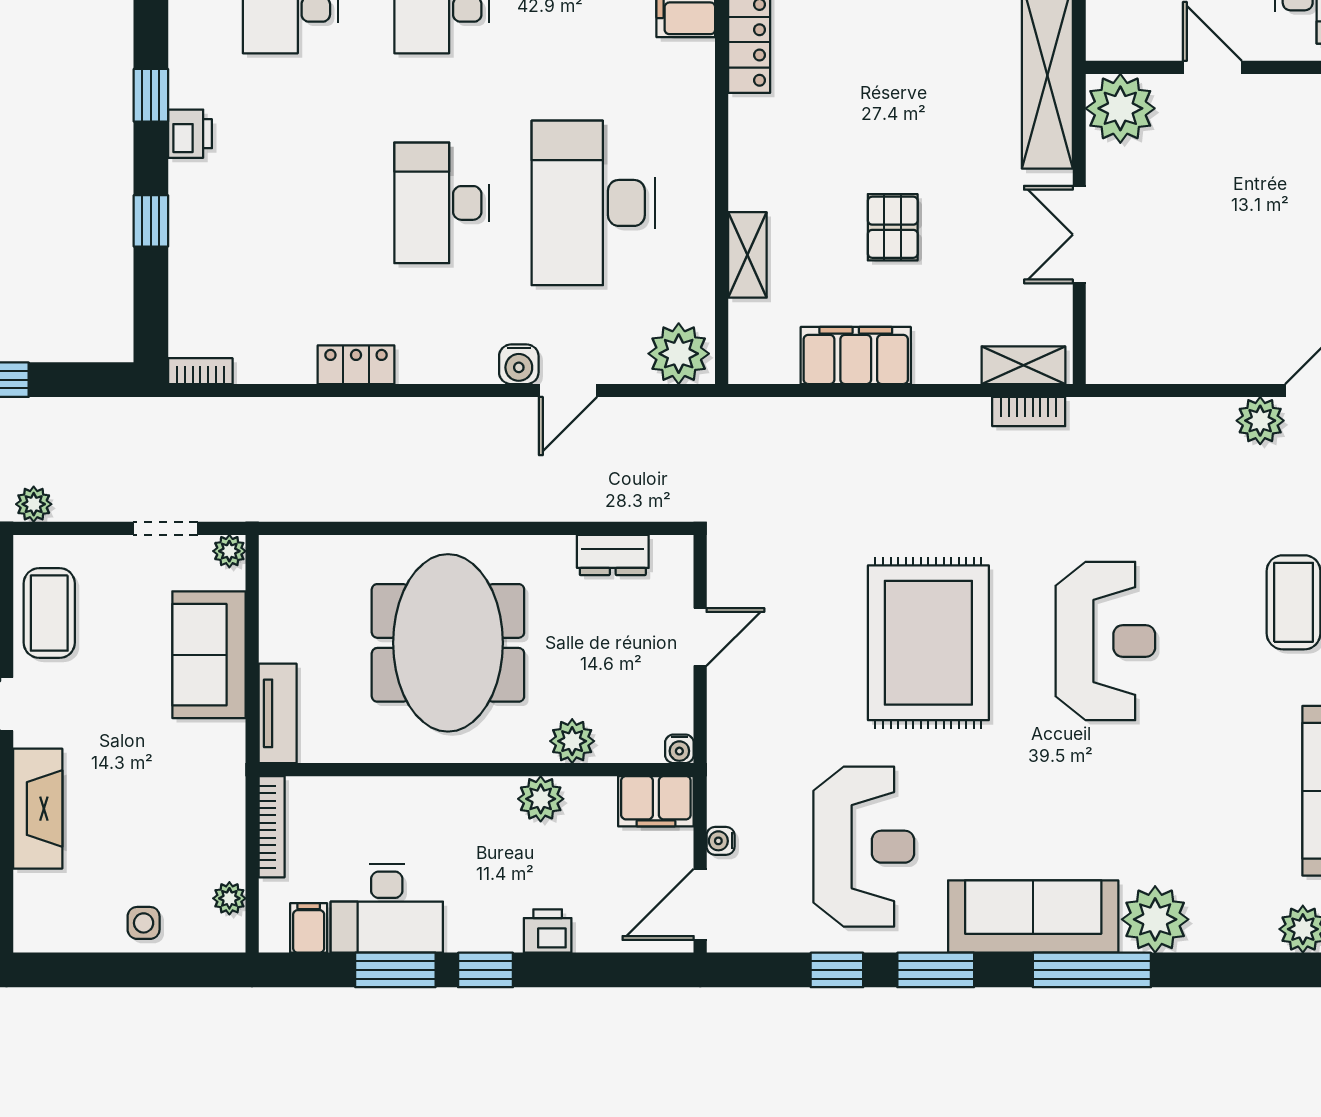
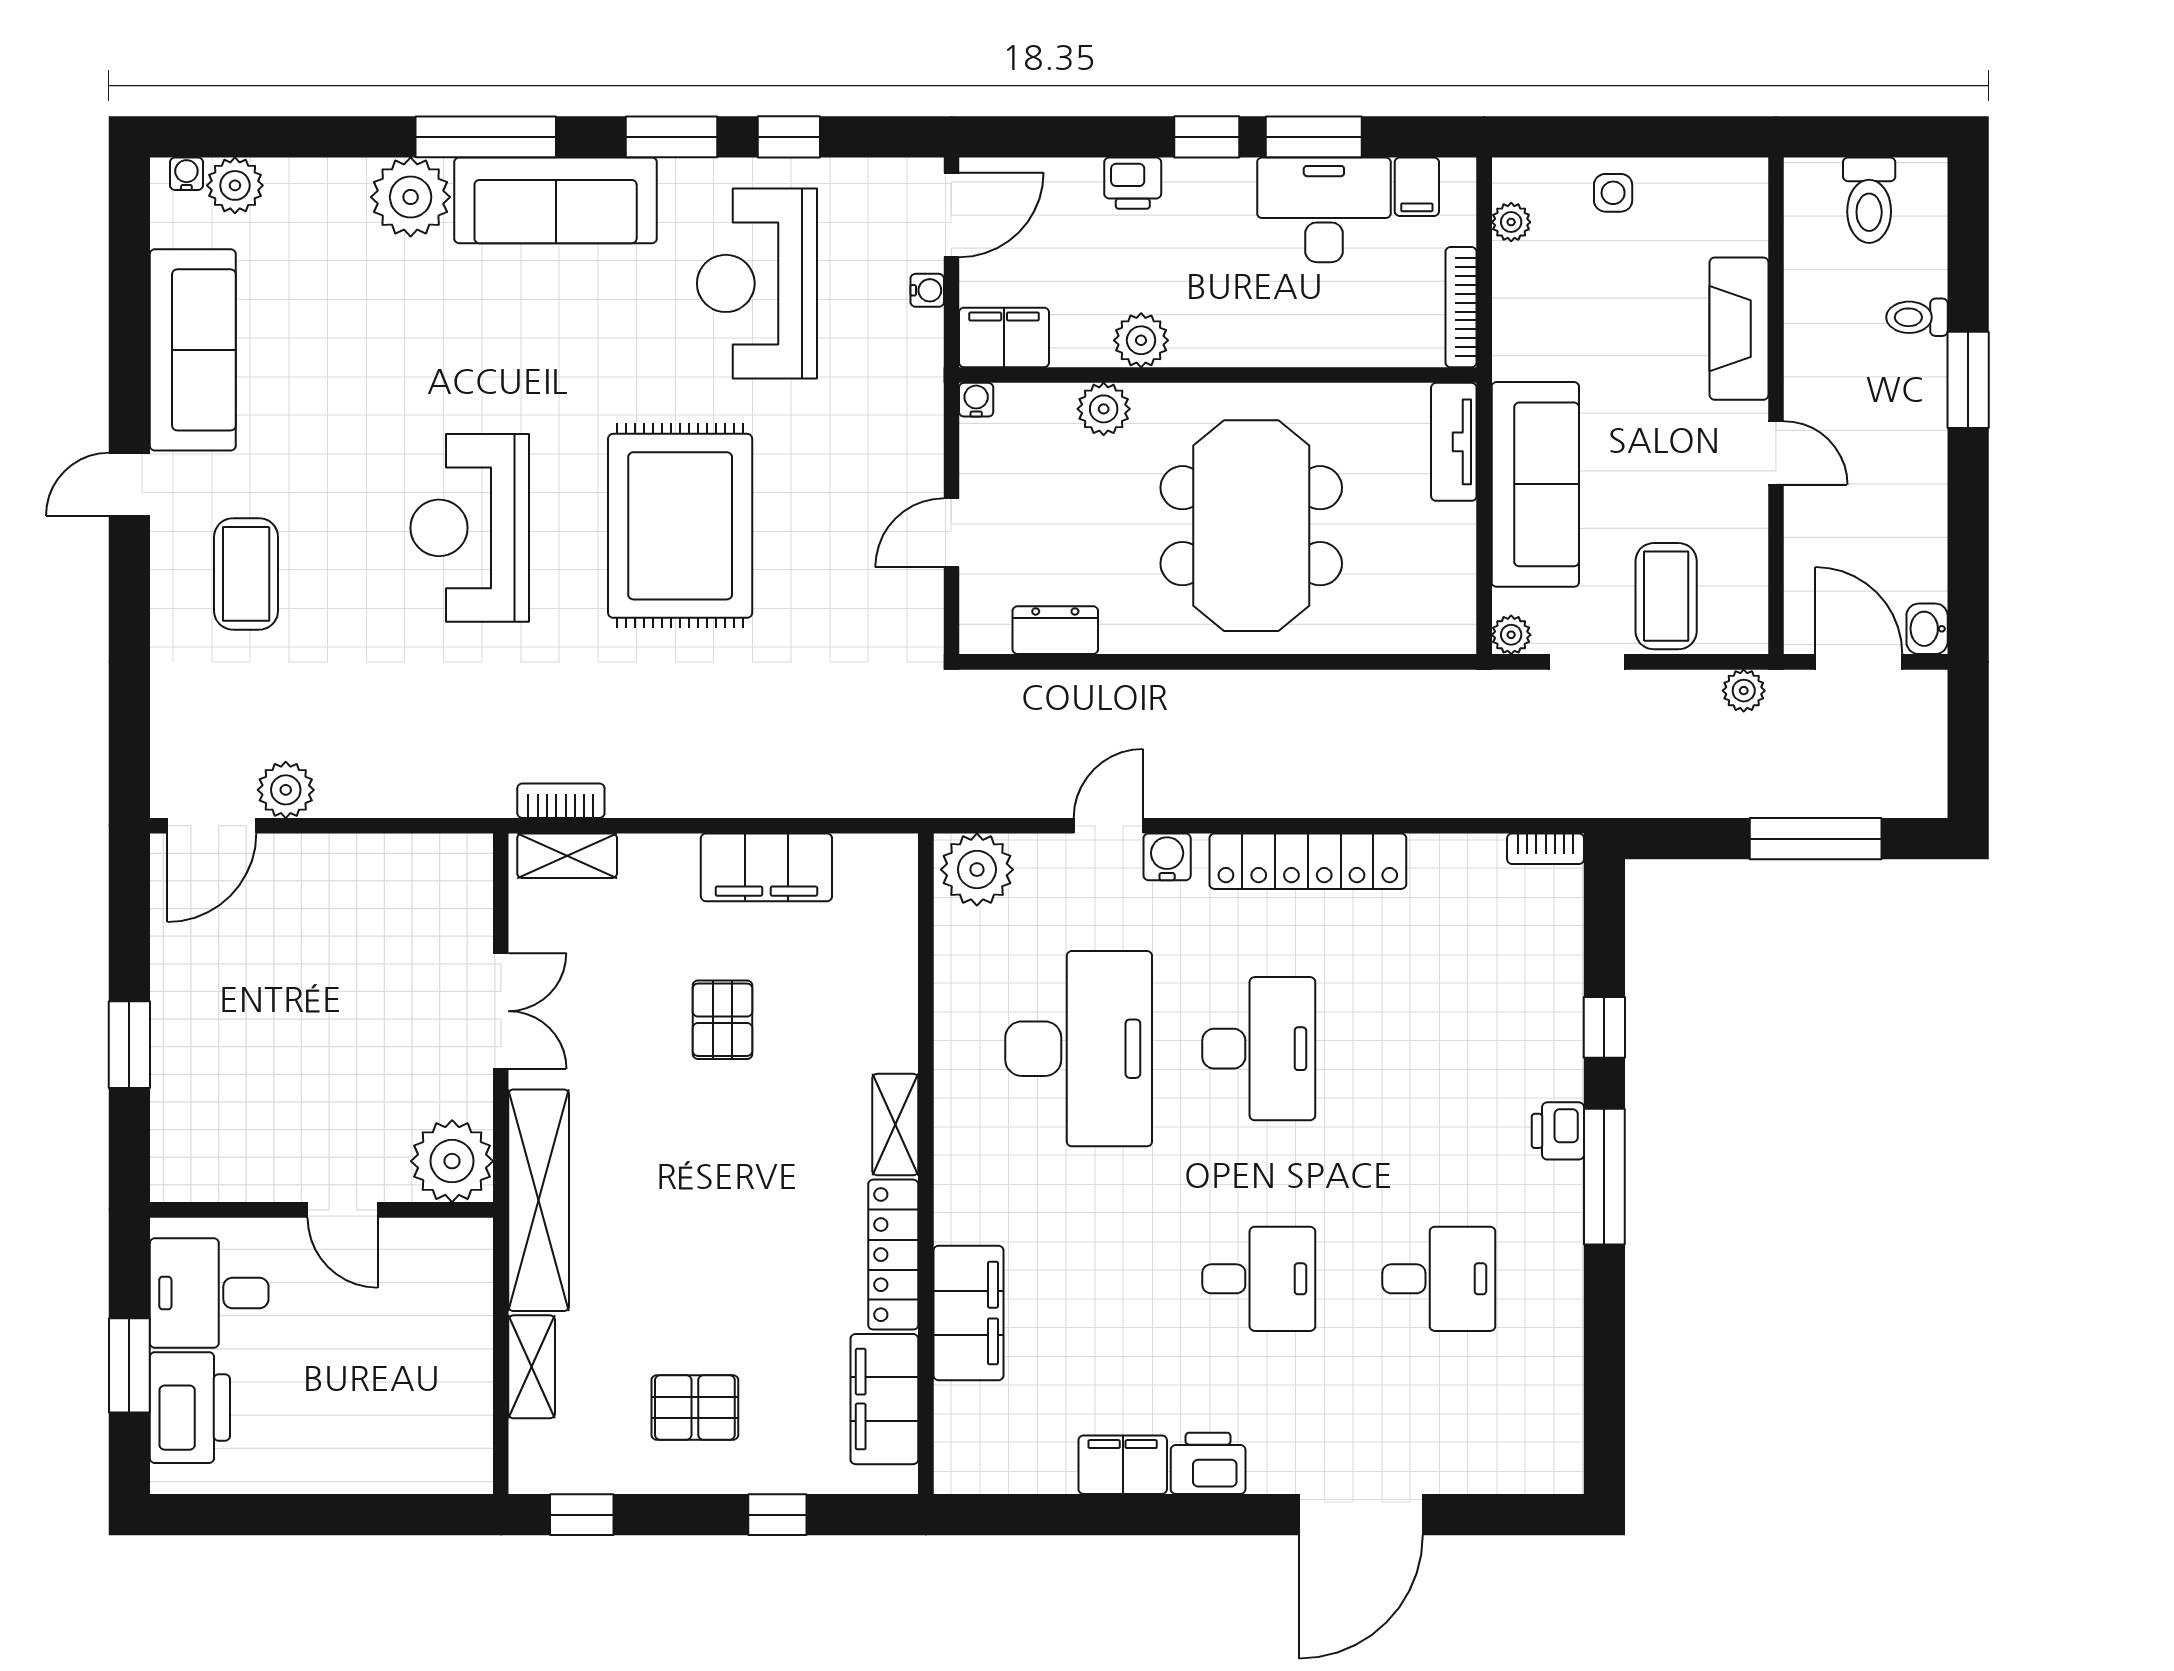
window: (151, 95) -> (1604, 1177), width x2.17
shelving: (747, 255) -> (895, 1125), moved
locker: (356, 365) -> (1308, 861), width x2.16, depth x1.21
coffee table: (49, 613) -> (1666, 596), moved
sofa: (209, 655) -> (1535, 484), width x1.36

